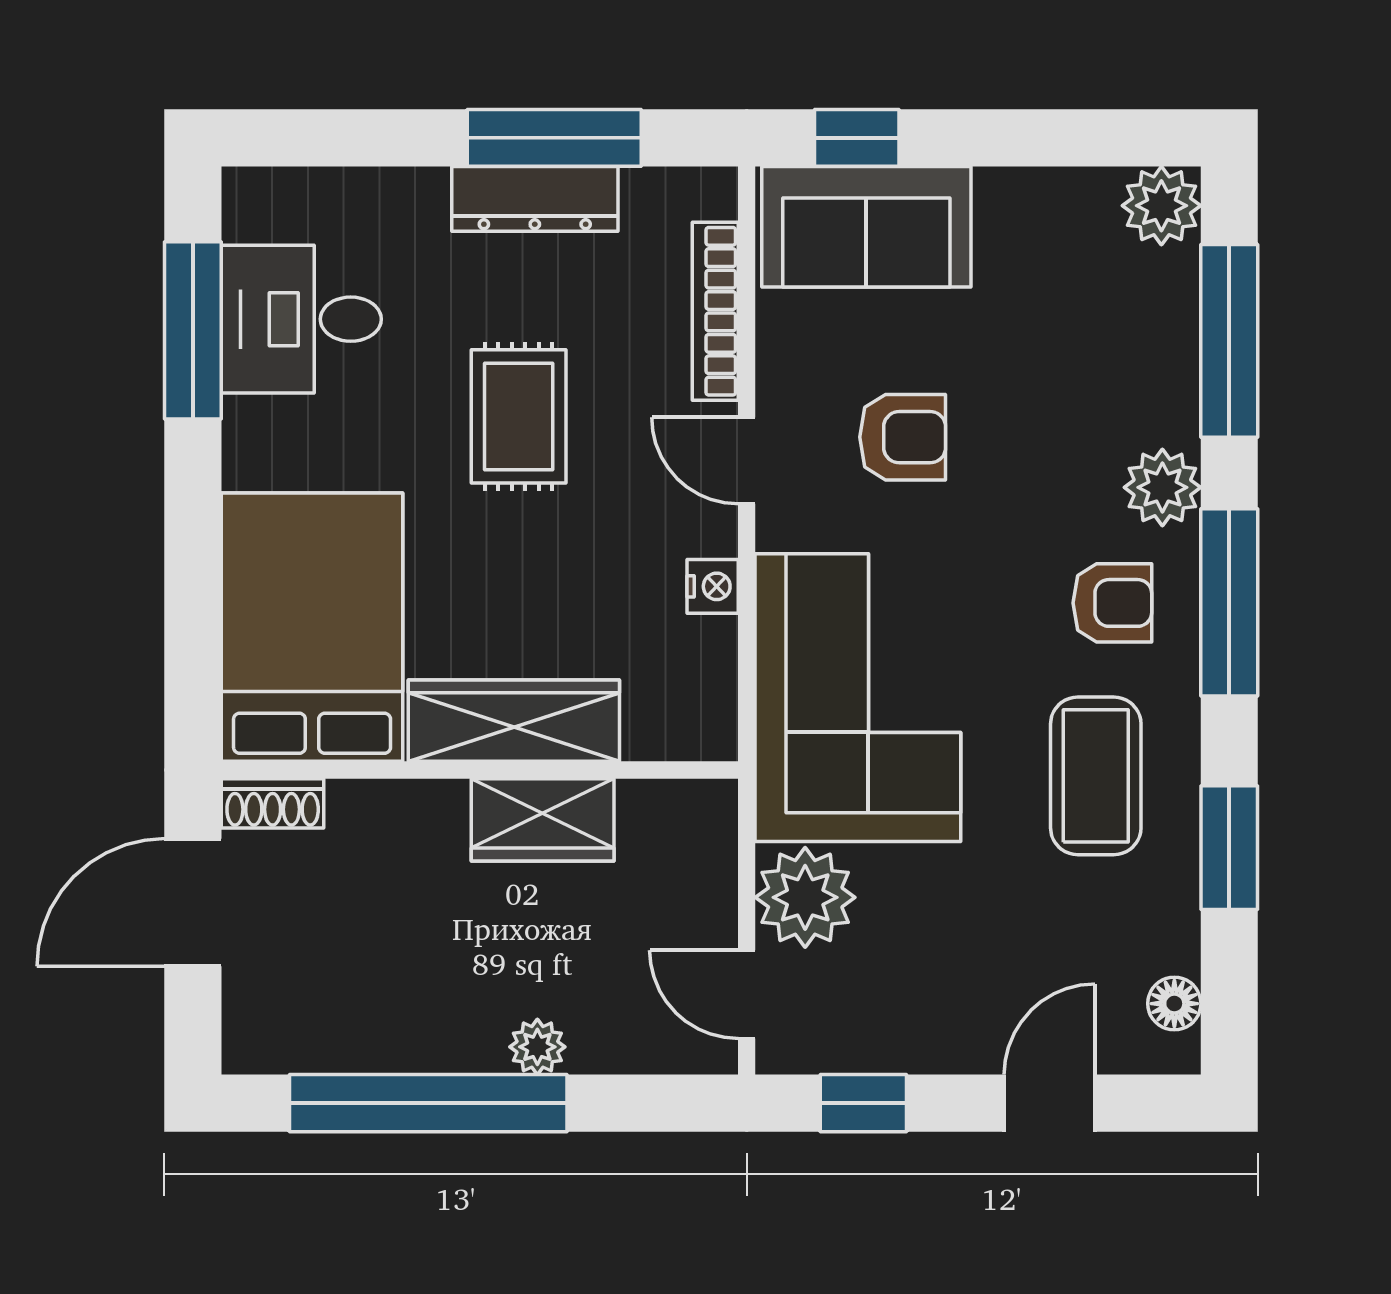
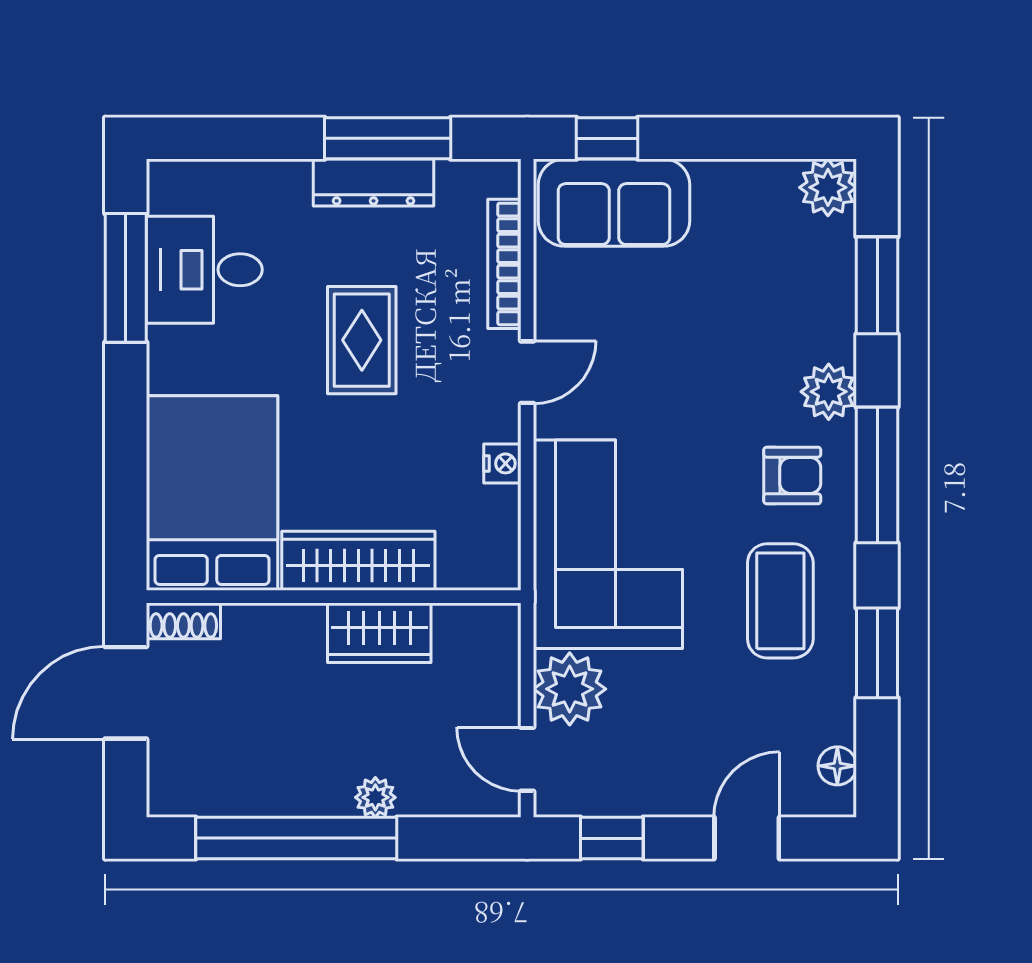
window: (1229, 341) -> (877, 285), width x0.69
armchair: (903, 437) -> (640, 355), removed
door: (747, 461) -> (527, 372), swing flipped

